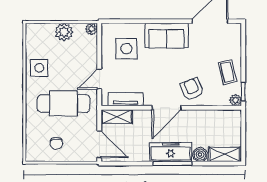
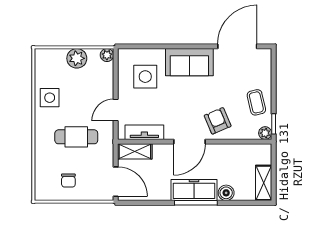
cafe table: (63, 104) -> (76, 137), width x0.73, depth x0.74
shelving: (225, 154) -> (264, 183), moved, turned 90

